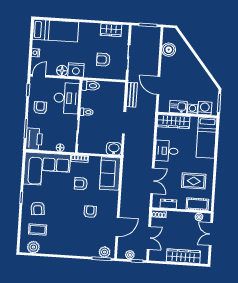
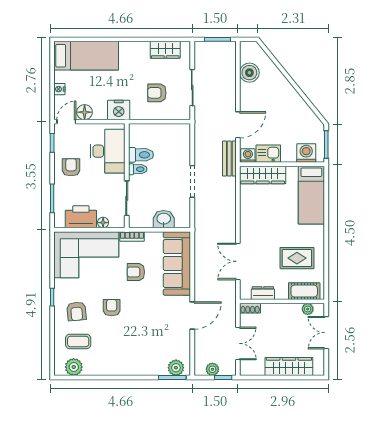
floor lamp: (62, 71) -> (85, 112), moved
door: (158, 85) -> (238, 125), swing flipped
toilet: (91, 86) -> (141, 155), moved
bench: (132, 95) -> (229, 159), moved
washing machine: (192, 109) -> (248, 156), moved
printer: (34, 139) -> (81, 217), moved, turned -90
washbasin: (114, 149) -> (164, 219), moved
desk: (167, 151) -> (256, 218), removed
sofa: (110, 174) -> (177, 263), width x1.36
double door: (152, 181) -> (238, 261), swing flipped
armchair: (90, 212) -> (112, 308), moved
door: (118, 227) -> (192, 316), moved

